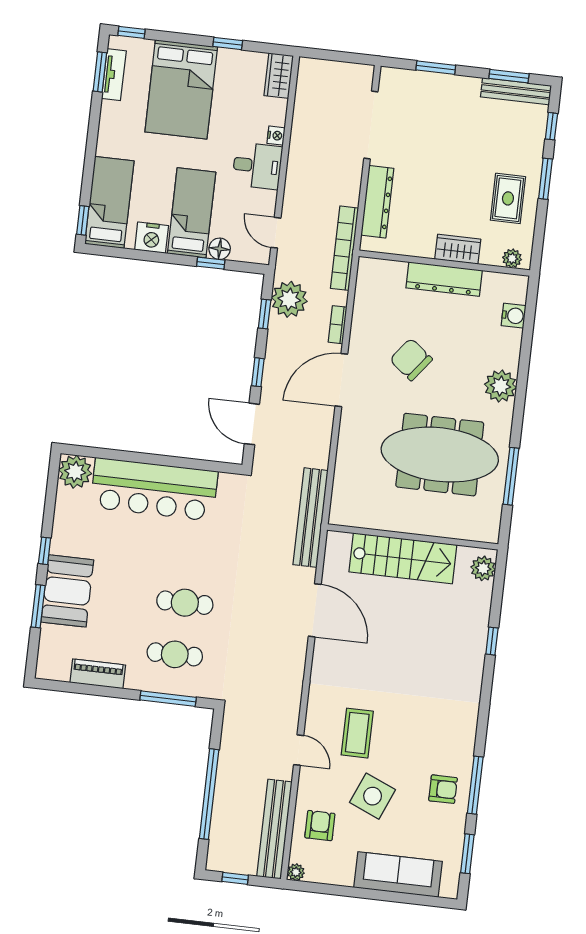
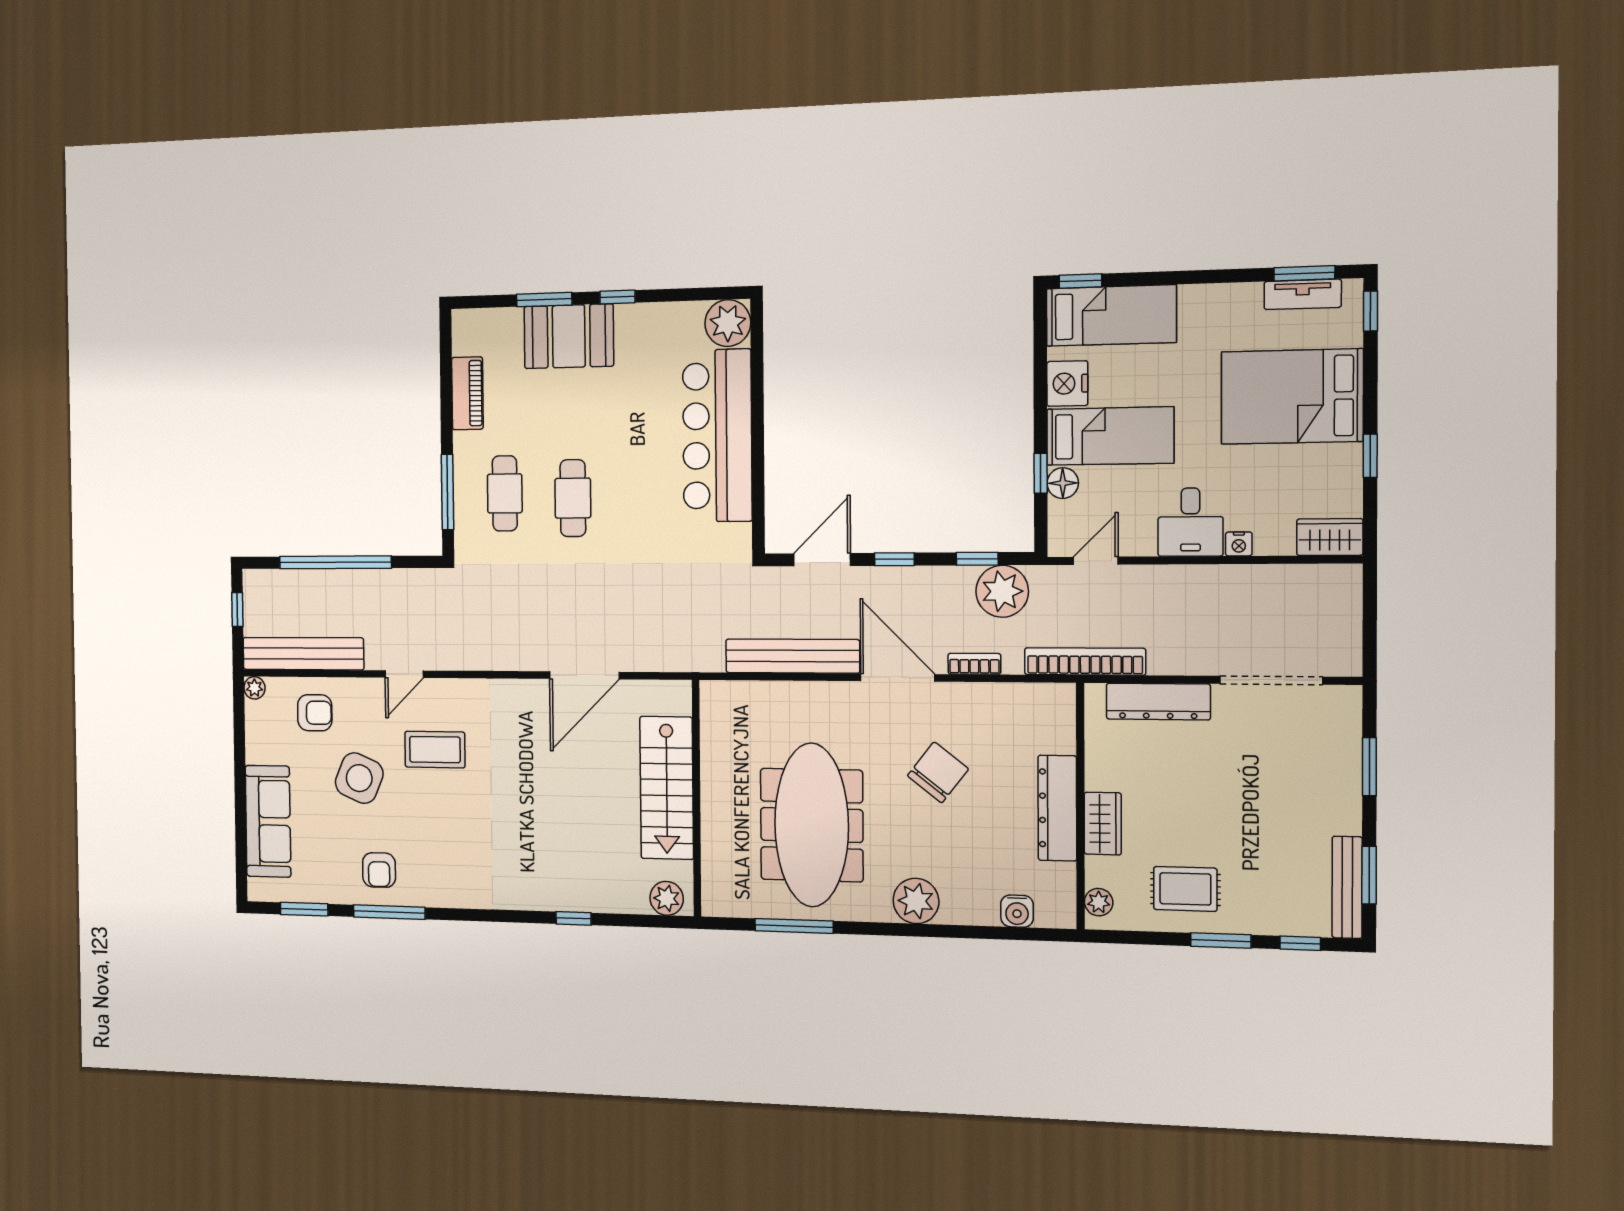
bench: (310, 518) -> (792, 656), moved

